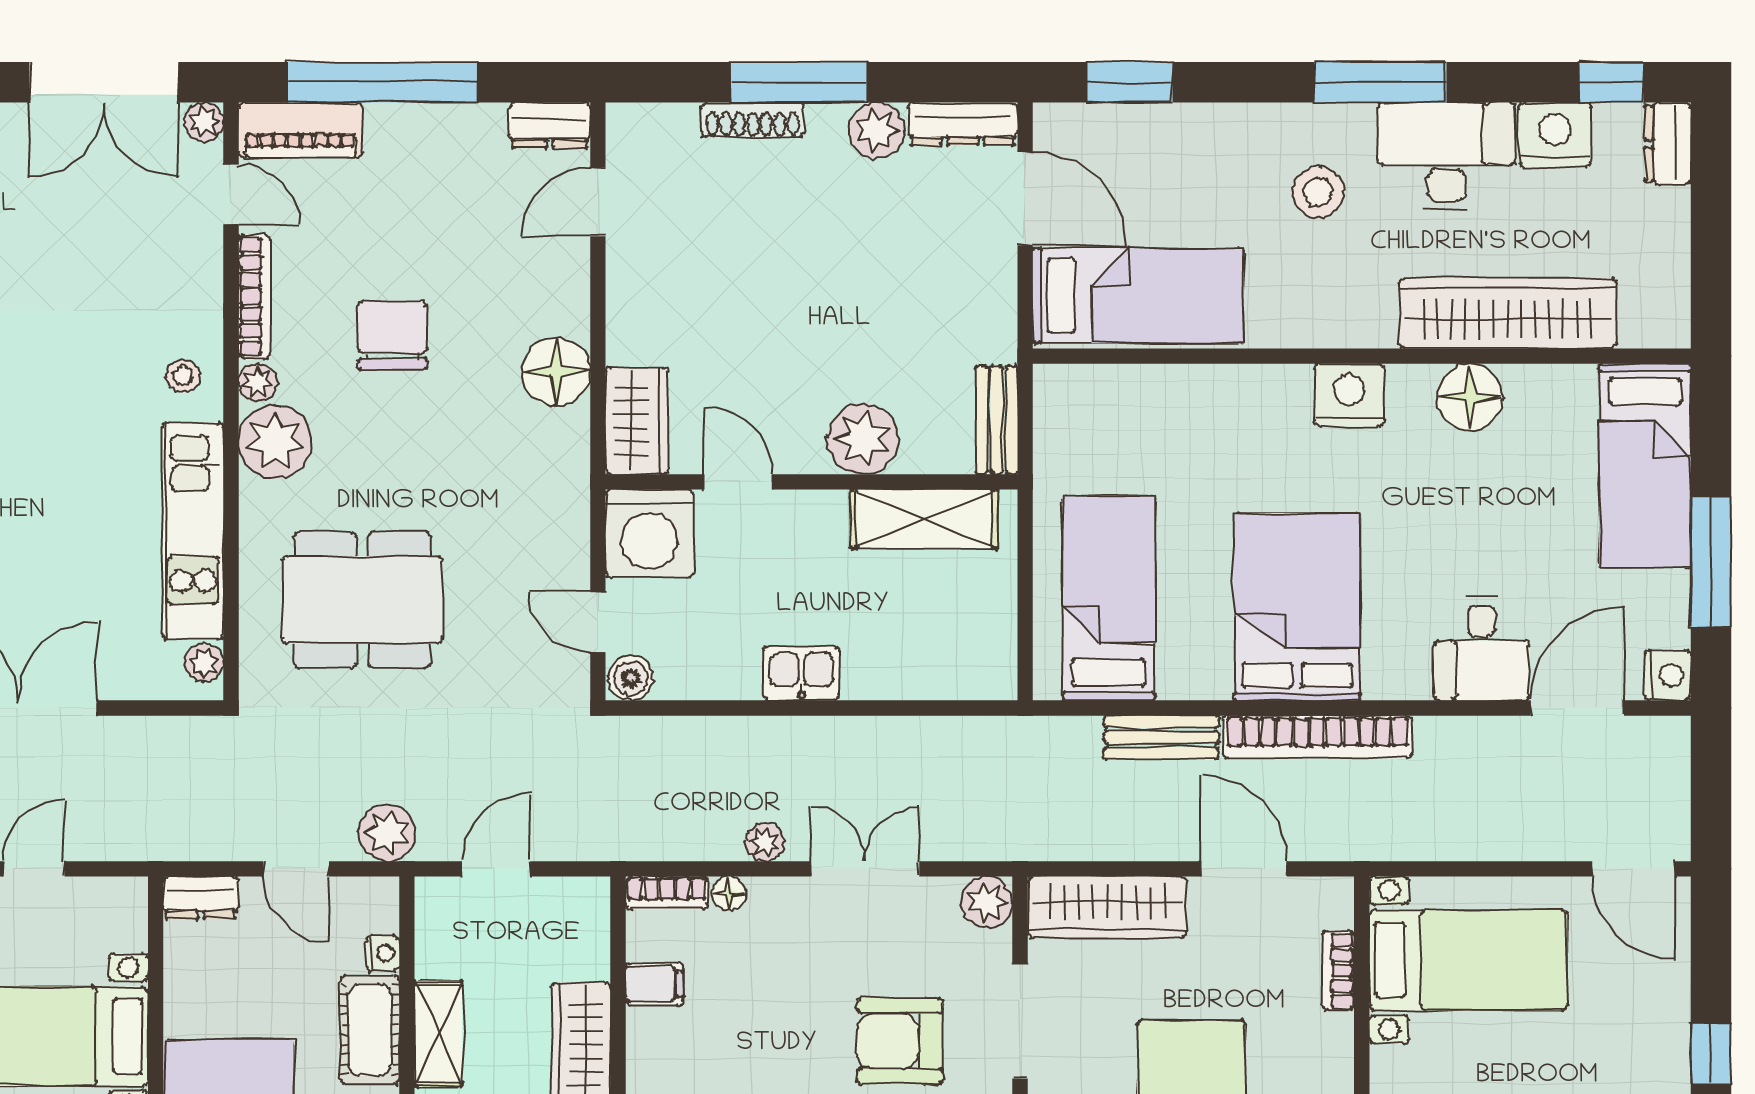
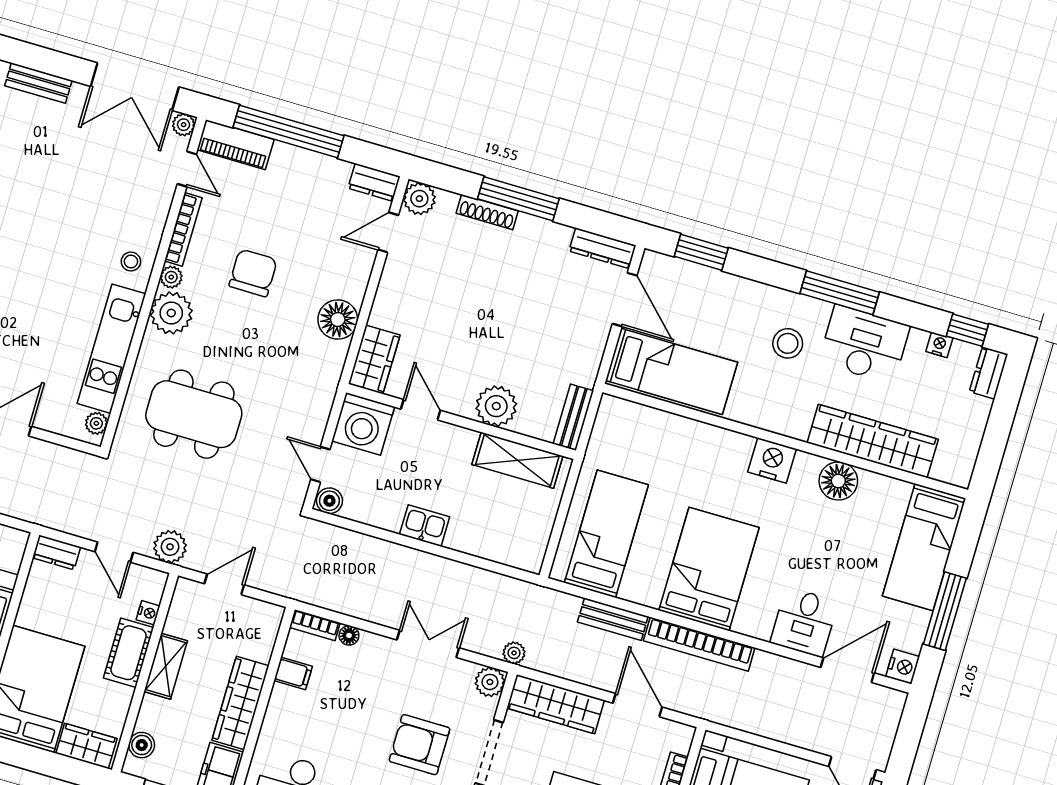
plant: (876, 130) -> (419, 199), moved
nightstand: (1555, 135) -> (939, 345), width x0.53, depth x0.56
plant: (765, 842) -> (514, 653), moved

